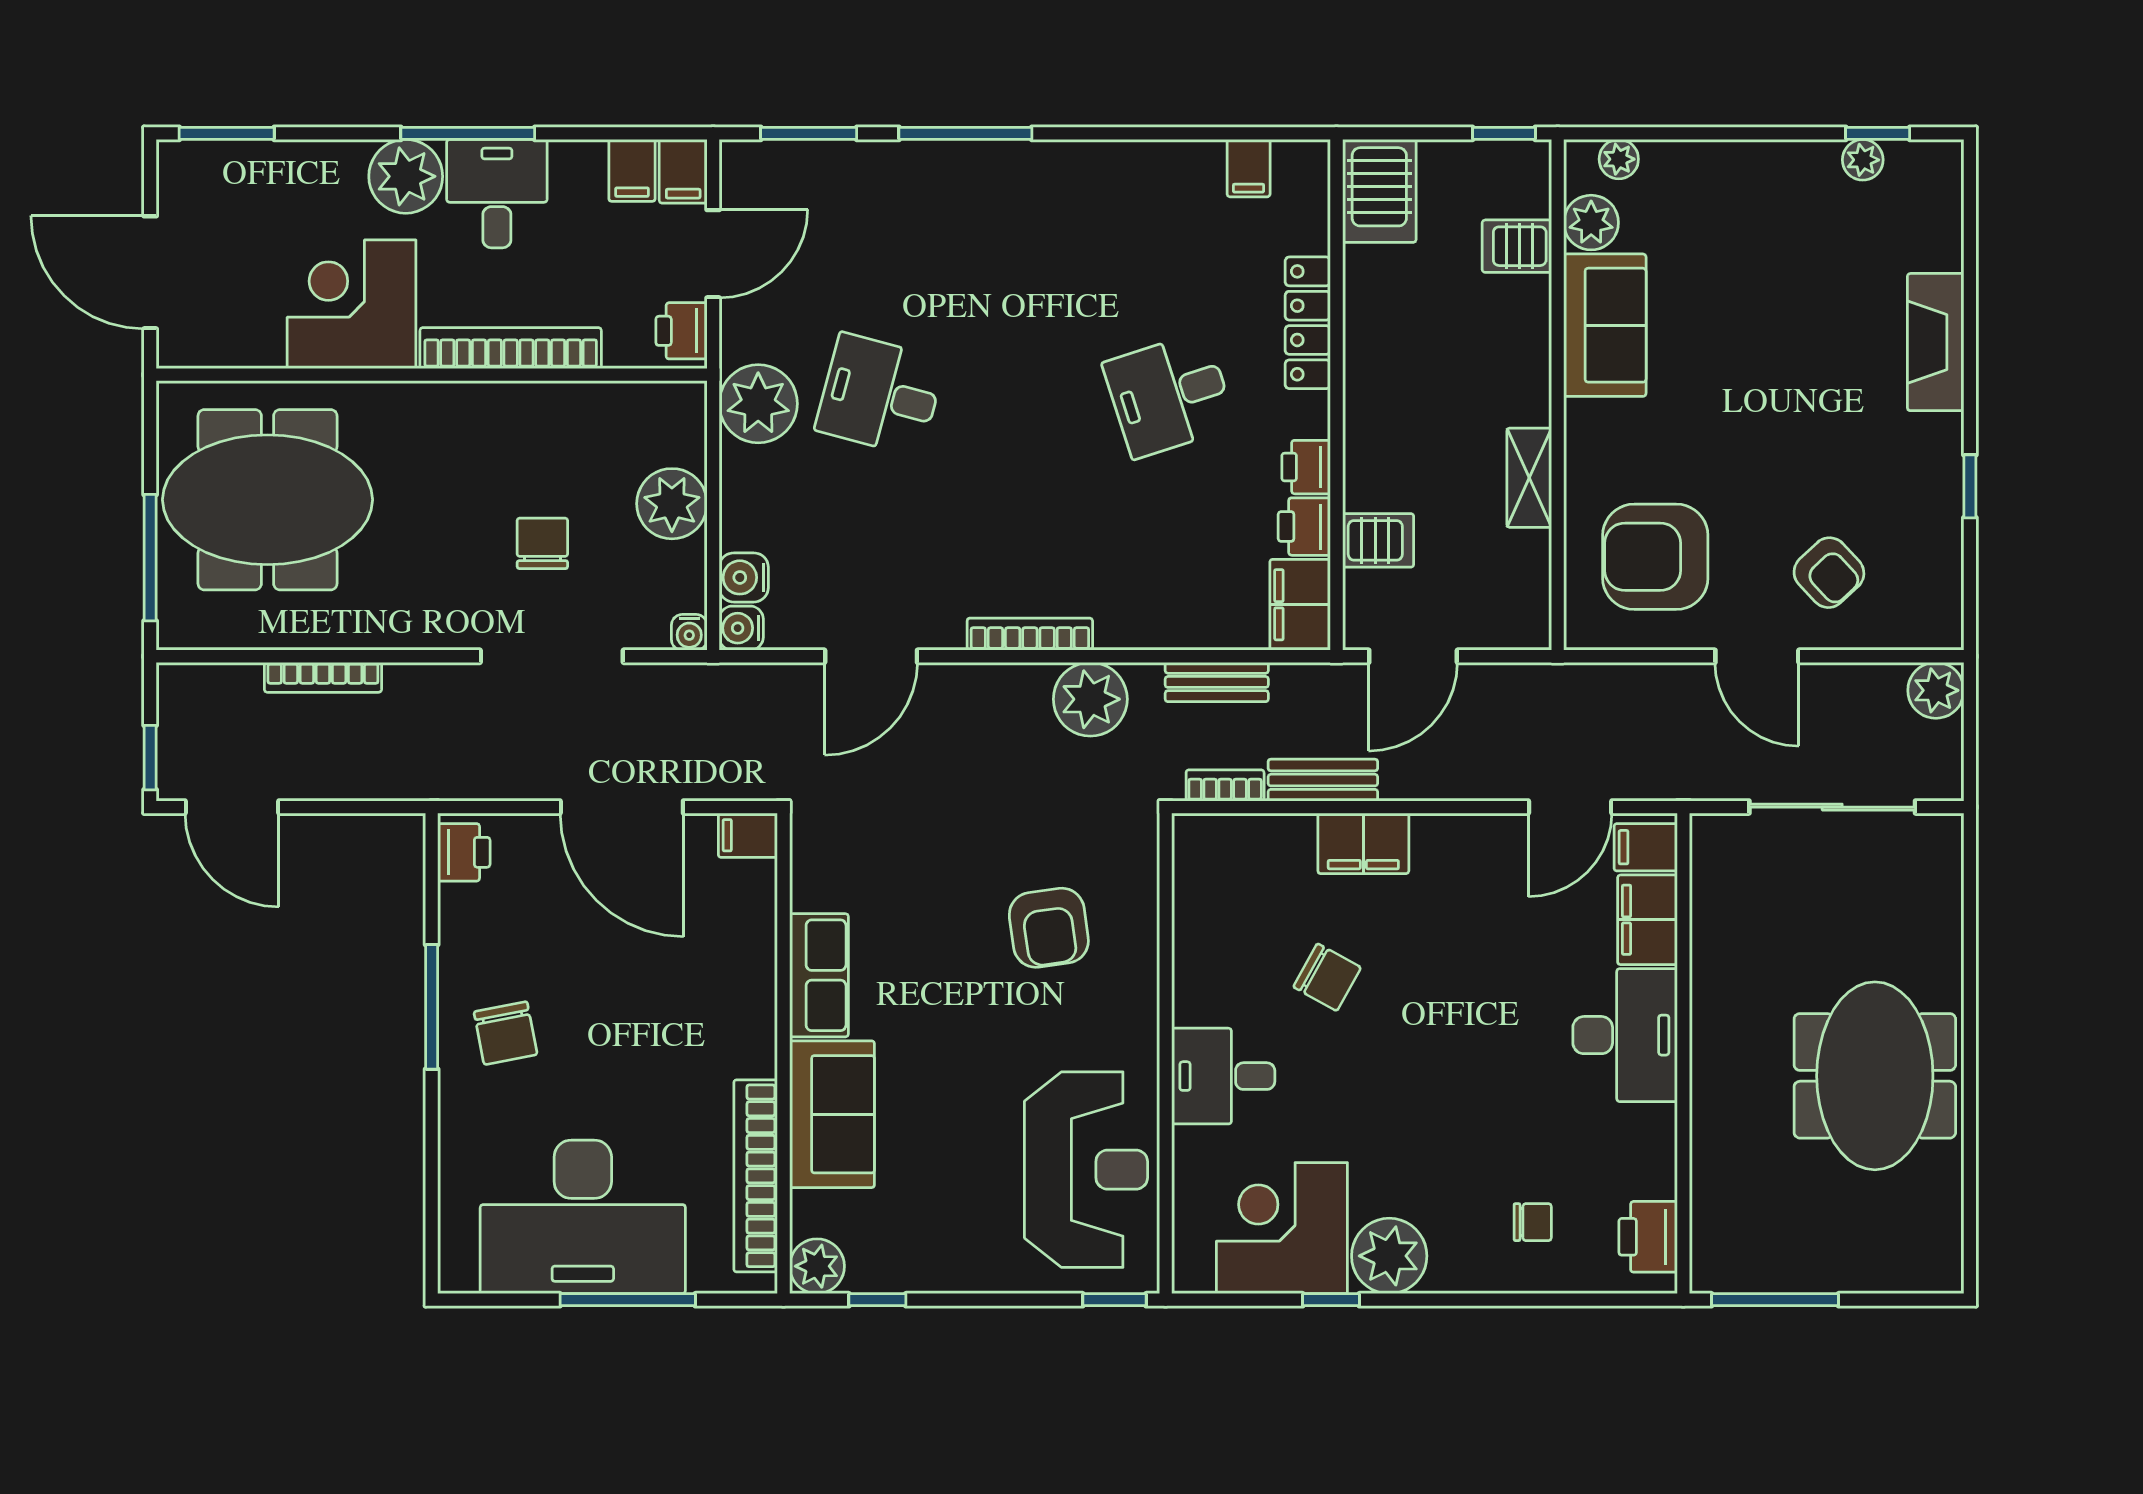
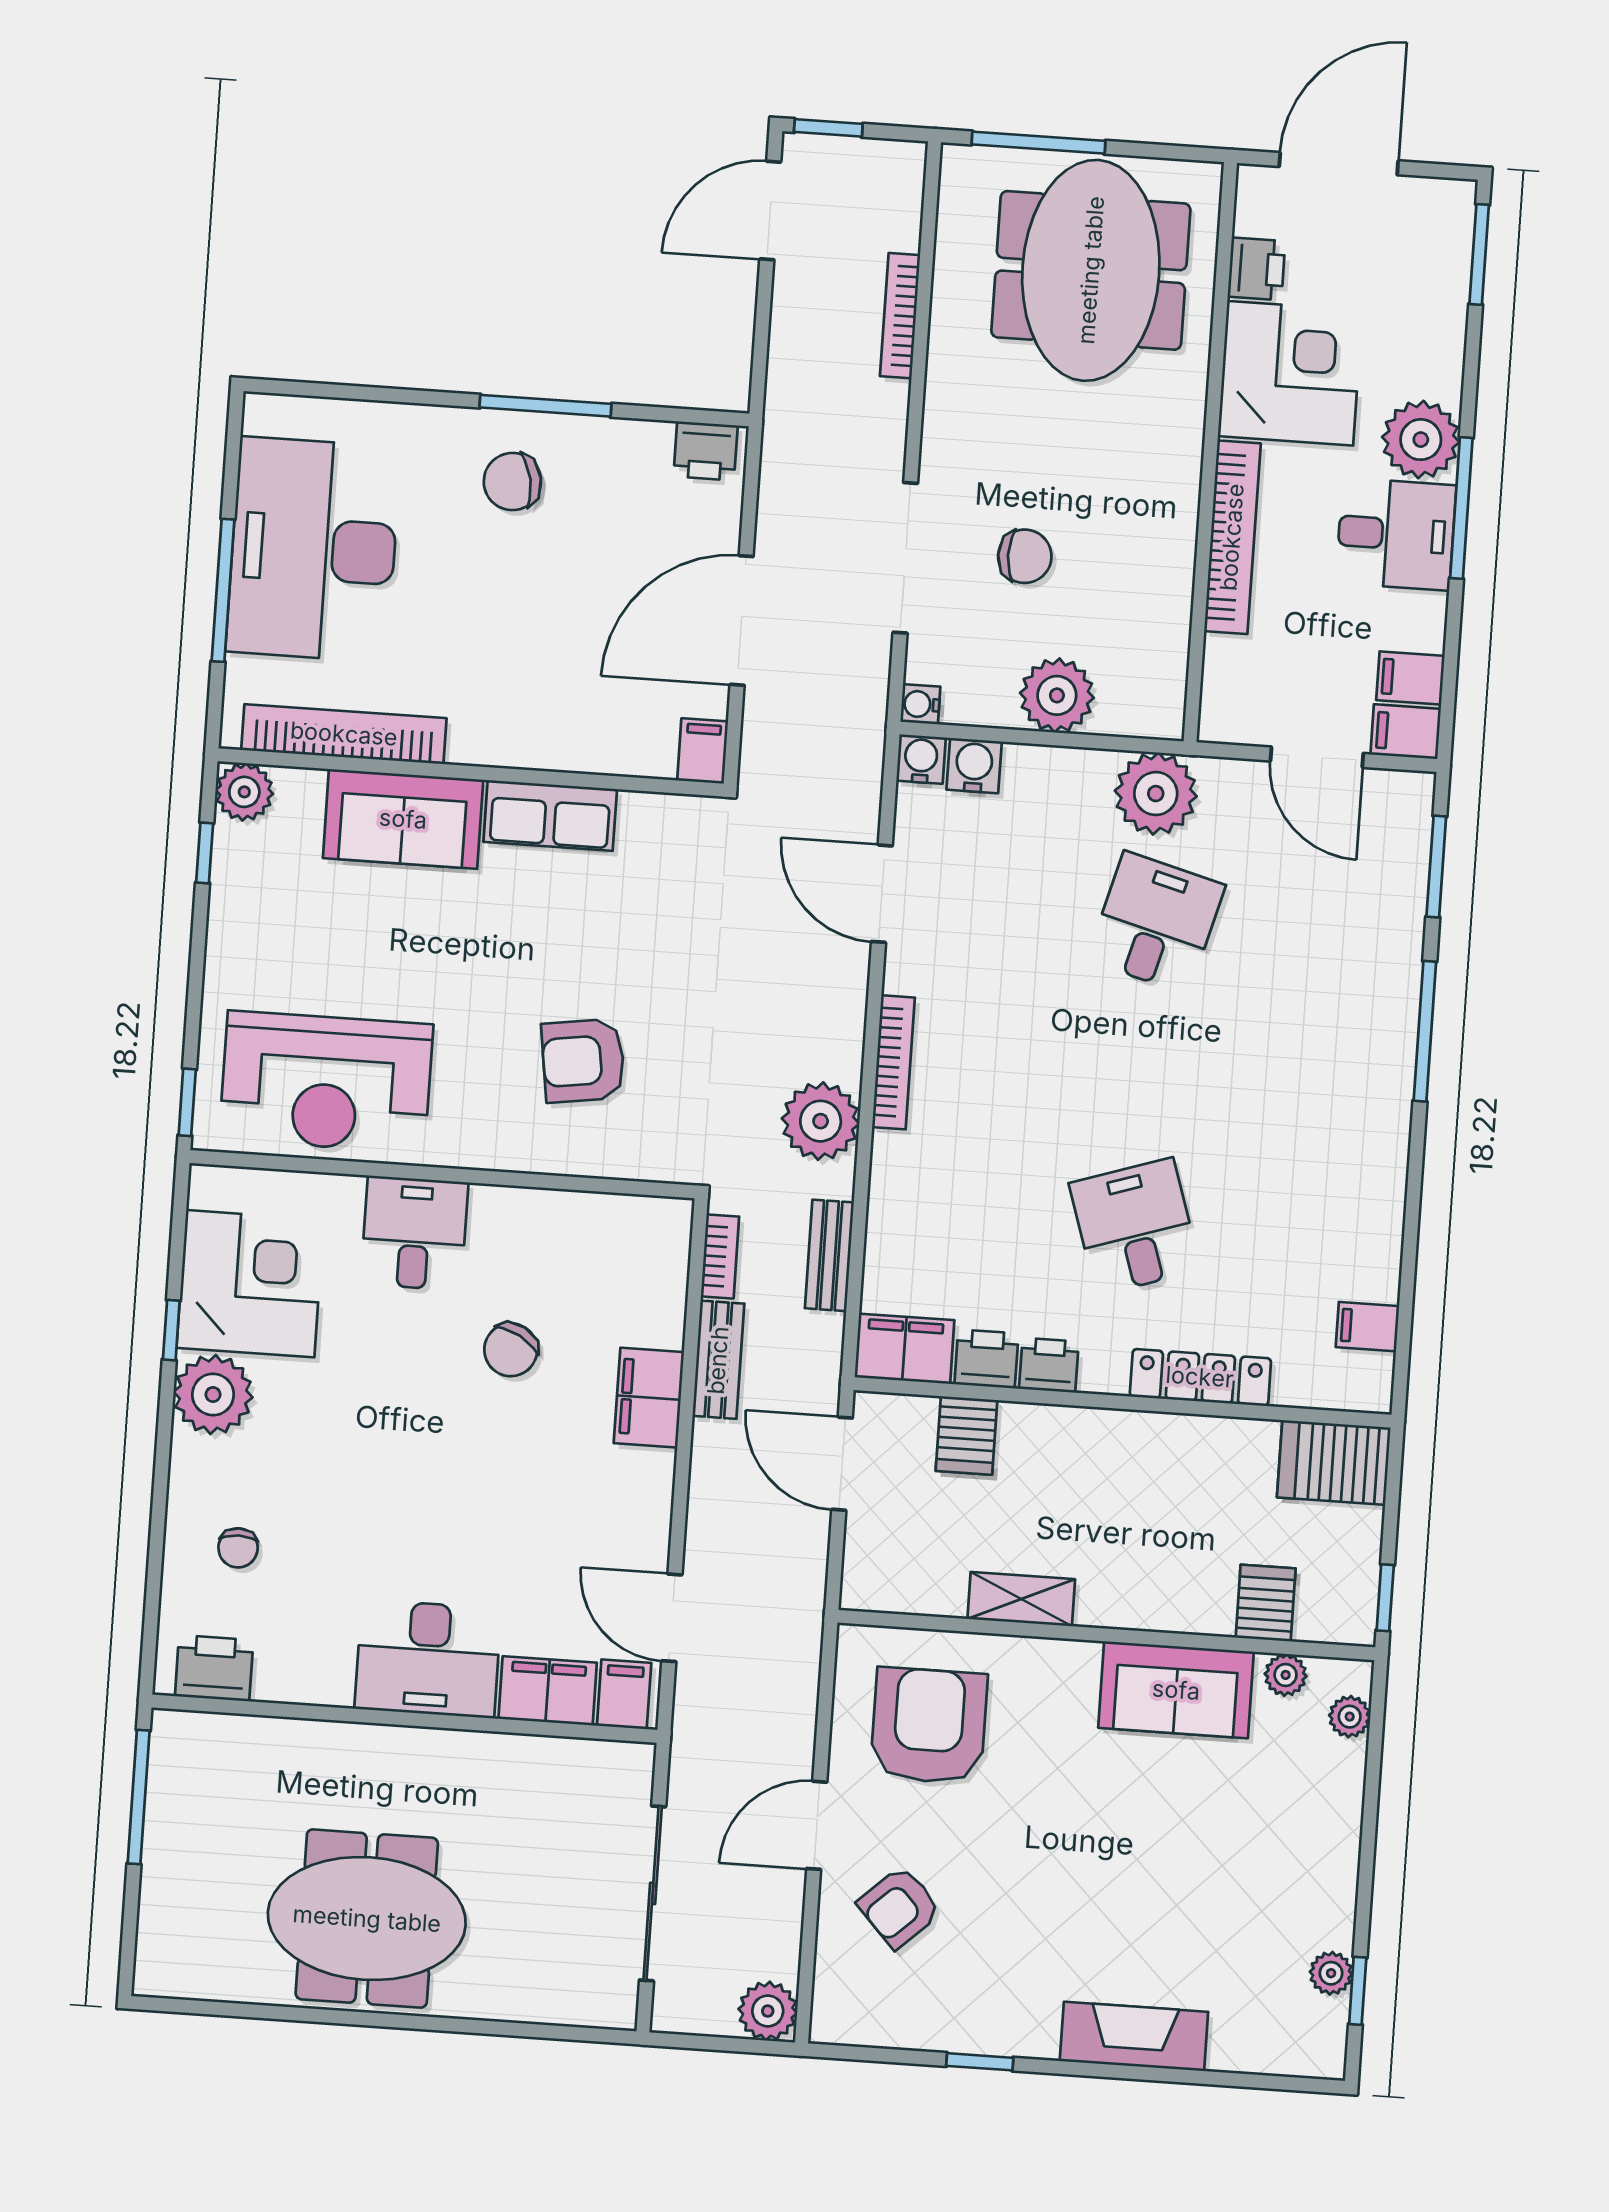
plant: (1591, 223) -> (1286, 1675), width x0.73, depth x0.73
printer: (682, 331) -> (1257, 269), moved, turned 90

